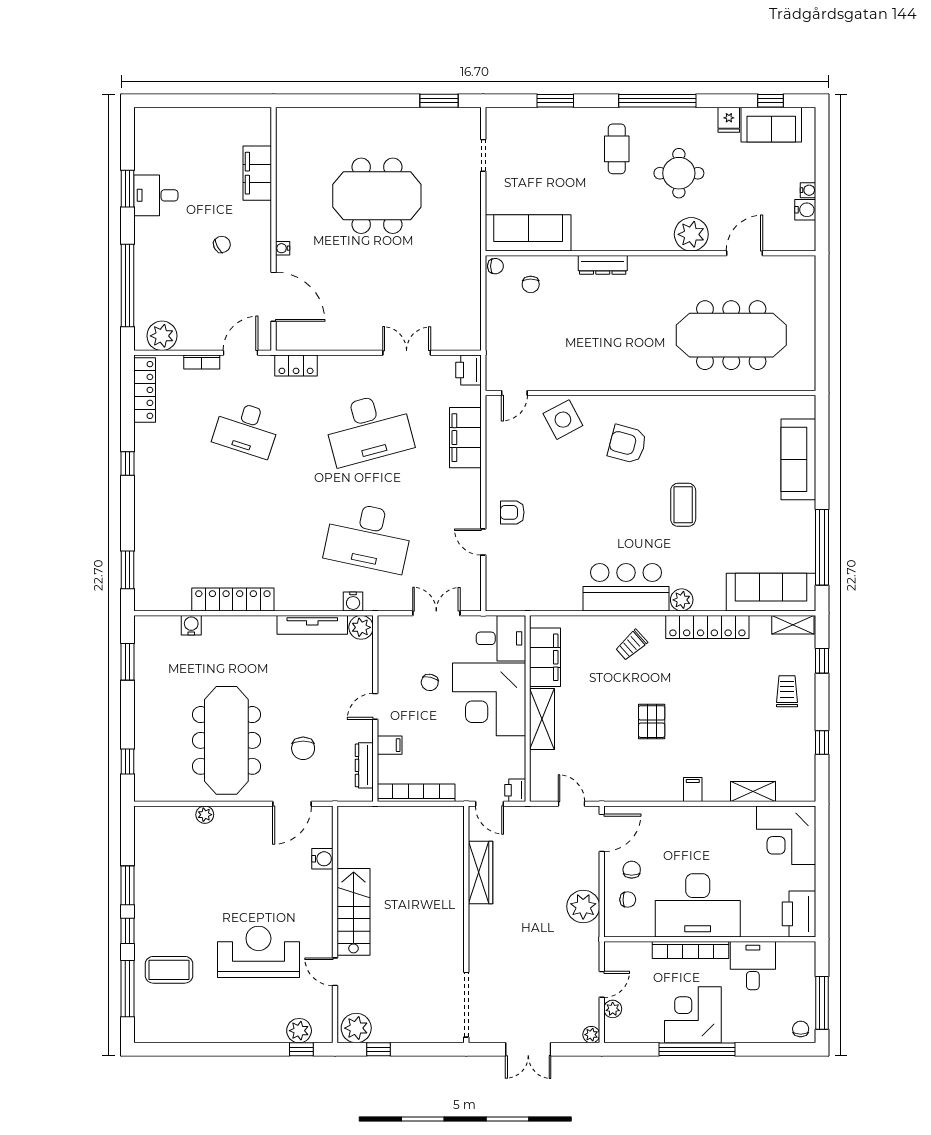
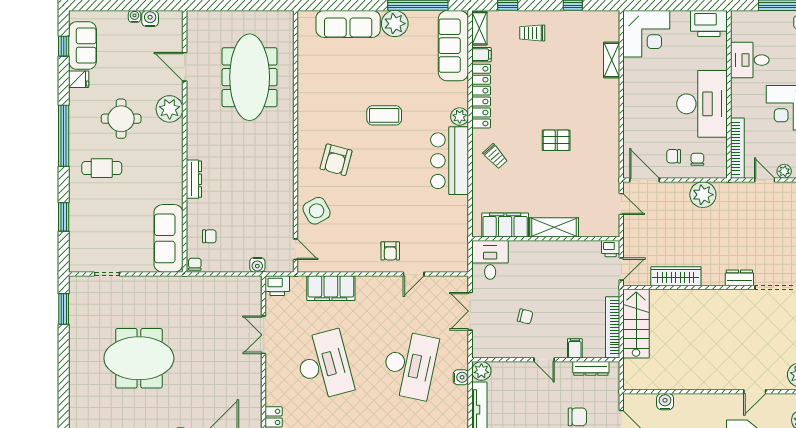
meeting table: (377, 196) -> (139, 358), turned 90
water cooler: (495, 345) -> (257, 265), added
plant: (799, 518) -> (395, 24), added
corner desk: (489, 699) -> (538, 269), removed
filing cabinet: (693, 789) -> (481, 55), moved, turned 180
door: (571, 804) -> (621, 204), swing flipped
stairs: (354, 912) -> (636, 324), moved, turned 90
bookcase: (691, 950) -> (737, 148), moved
dresser: (478, 953) -> (739, 278), added

